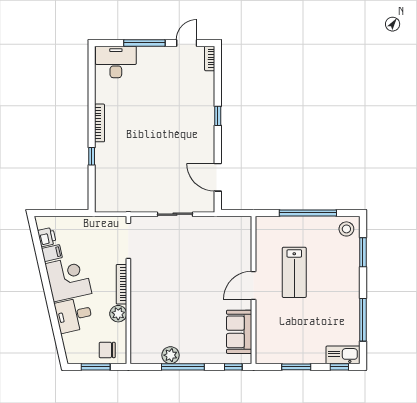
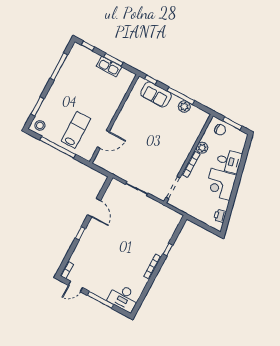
door: (218, 177) -> (94, 208), moved
filing cabinet: (52, 253) -> (222, 205), removed
lab bench: (294, 272) -> (76, 130), moved
door: (254, 285) -> (103, 139), moved
sofa: (239, 332) -> (156, 94), moved, turned 90
kitchen sink: (343, 355) -> (109, 66), moved

